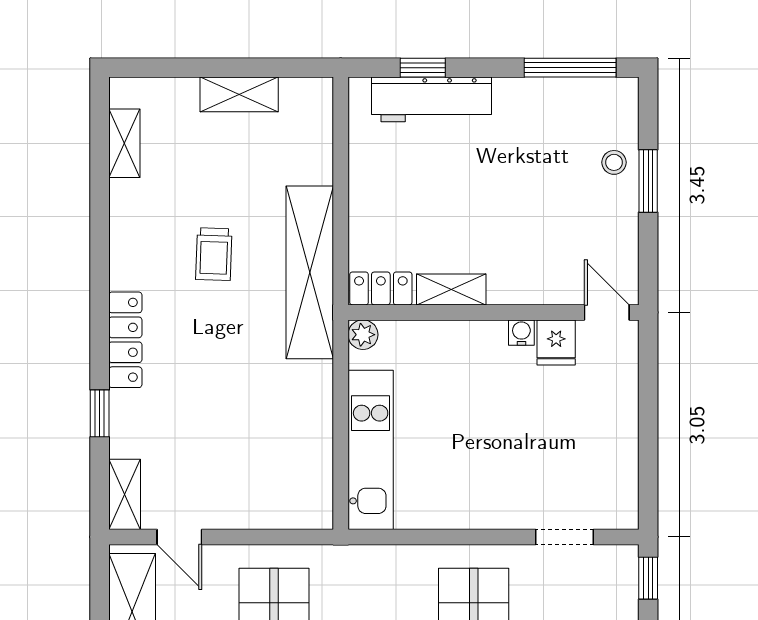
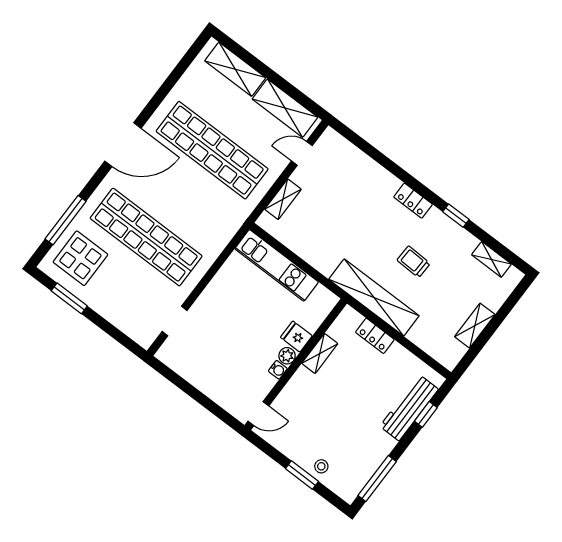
locker: (381, 288) -> (375, 336), moved, turned 90
plant: (363, 335) -> (287, 356), moved
locker: (125, 340) -> (413, 201), width x0.66
fridge: (556, 342) -> (296, 337), moved
window: (100, 413) -> (456, 216), moved
shelving: (125, 494) -> (283, 199), moved, turned 90
window: (648, 578) -> (129, 344), removed

